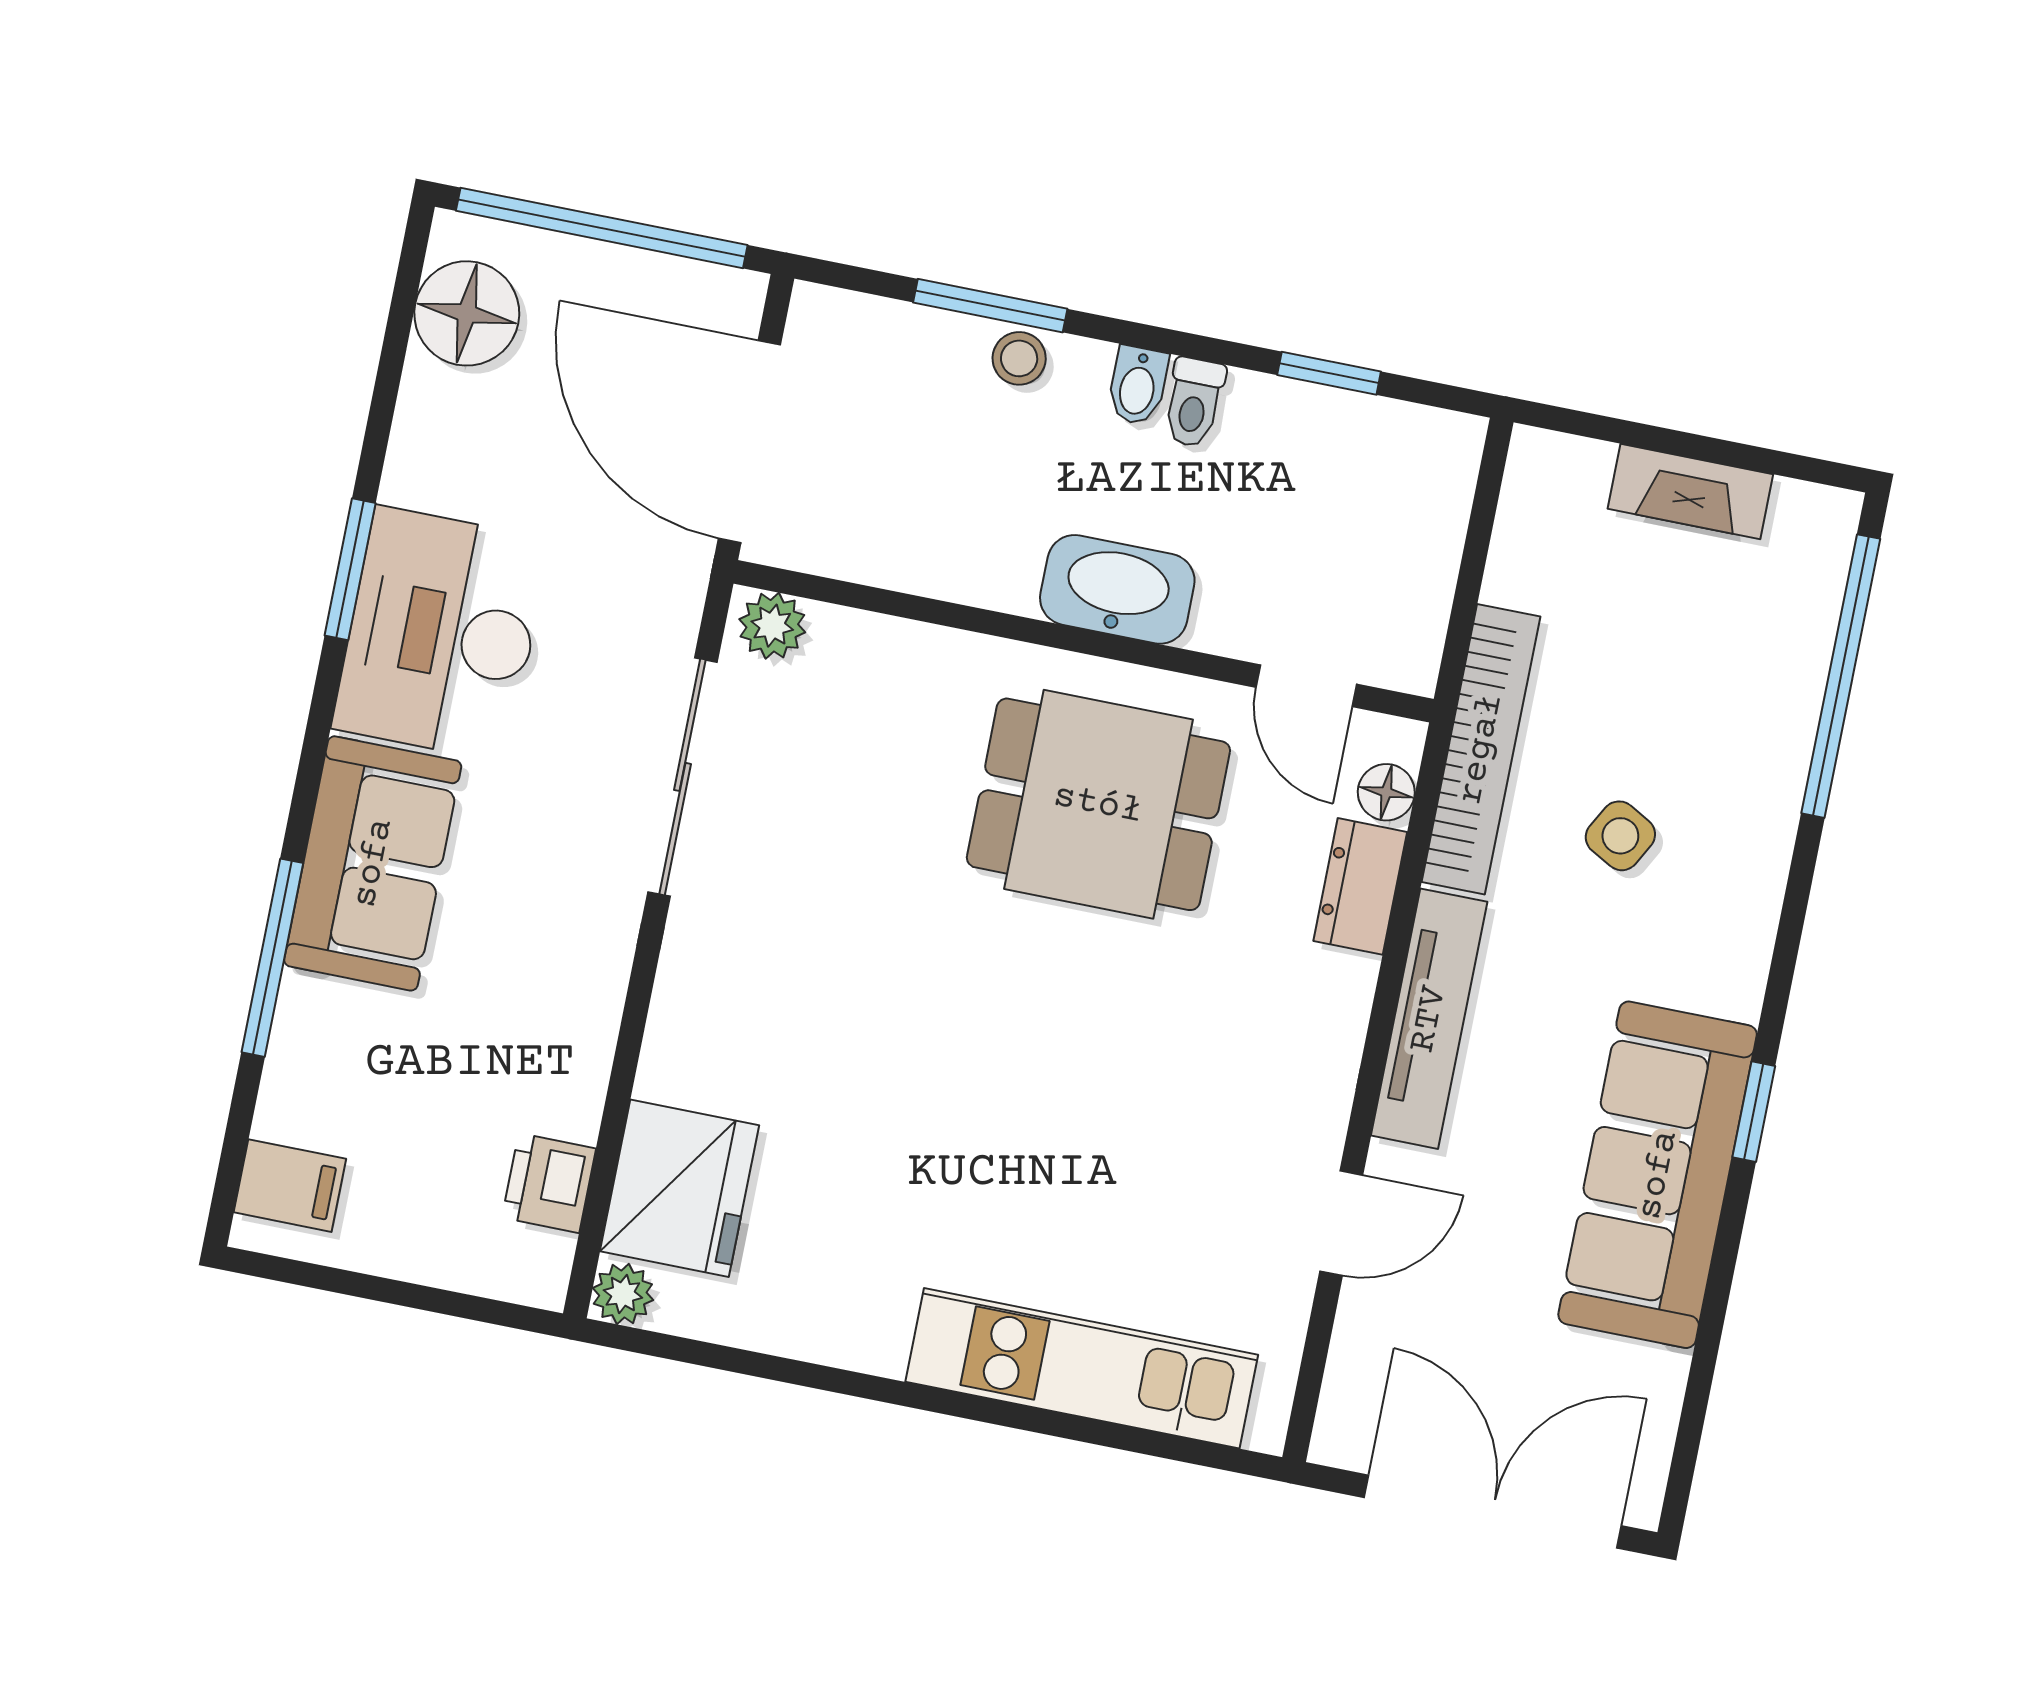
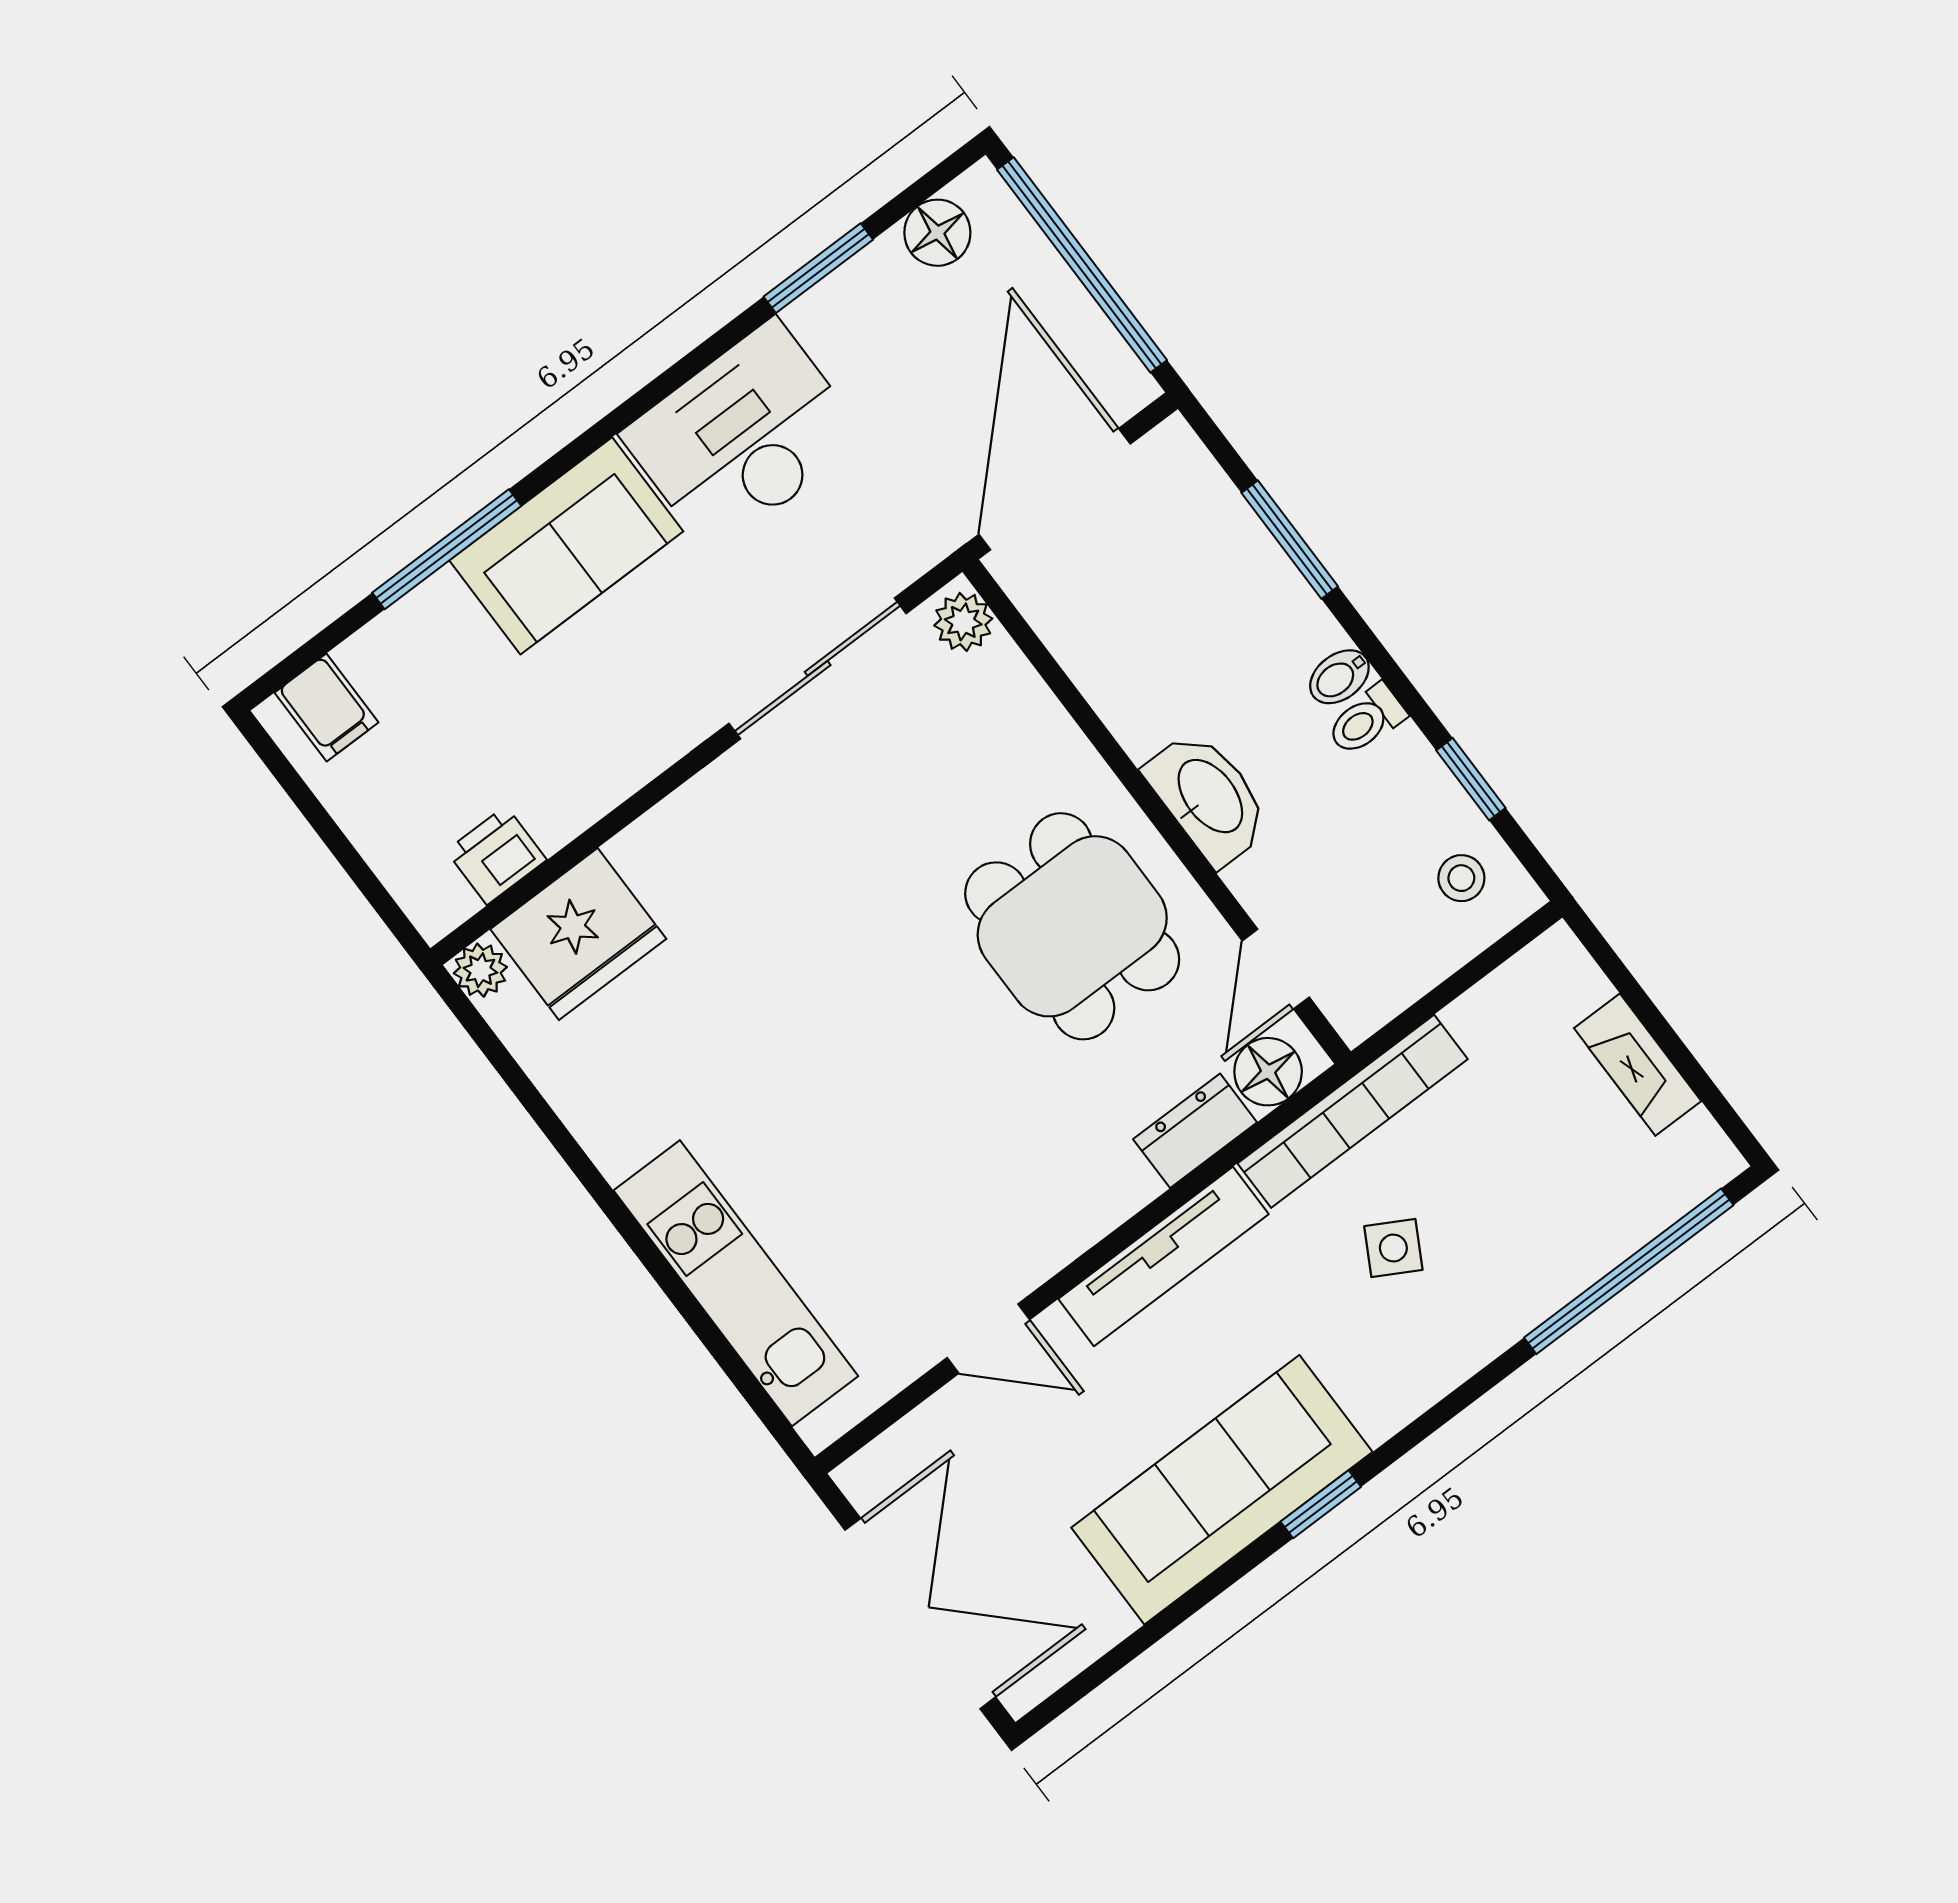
floor lamp: (467, 313) -> (937, 233), width x0.73, depth x0.73
stool: (1019, 358) -> (1461, 878), moved
window: (350, 569) -> (818, 268), moved
floor lamp: (1386, 792) -> (1268, 1072), width x1.37, depth x1.37

